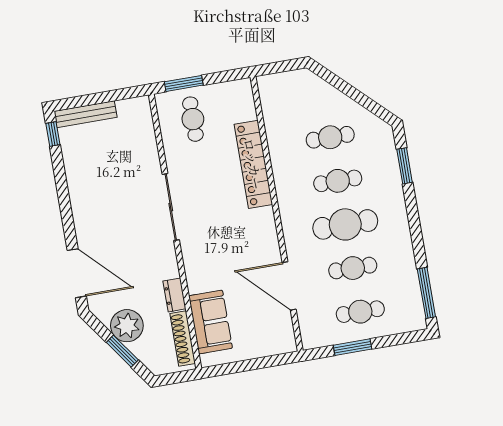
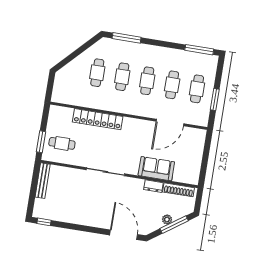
bench: (86, 114) -> (43, 181), moved
window: (405, 166) -> (127, 38), width x1.44
cafe table: (345, 224) -> (147, 81), width x0.73, depth x0.74
door: (77, 273) -> (124, 235), hinge flipped
sofa: (210, 322) -> (156, 169), moved
plant: (127, 326) -> (167, 219), width x0.53, depth x0.53
window: (122, 351) -> (174, 225), width x1.44

